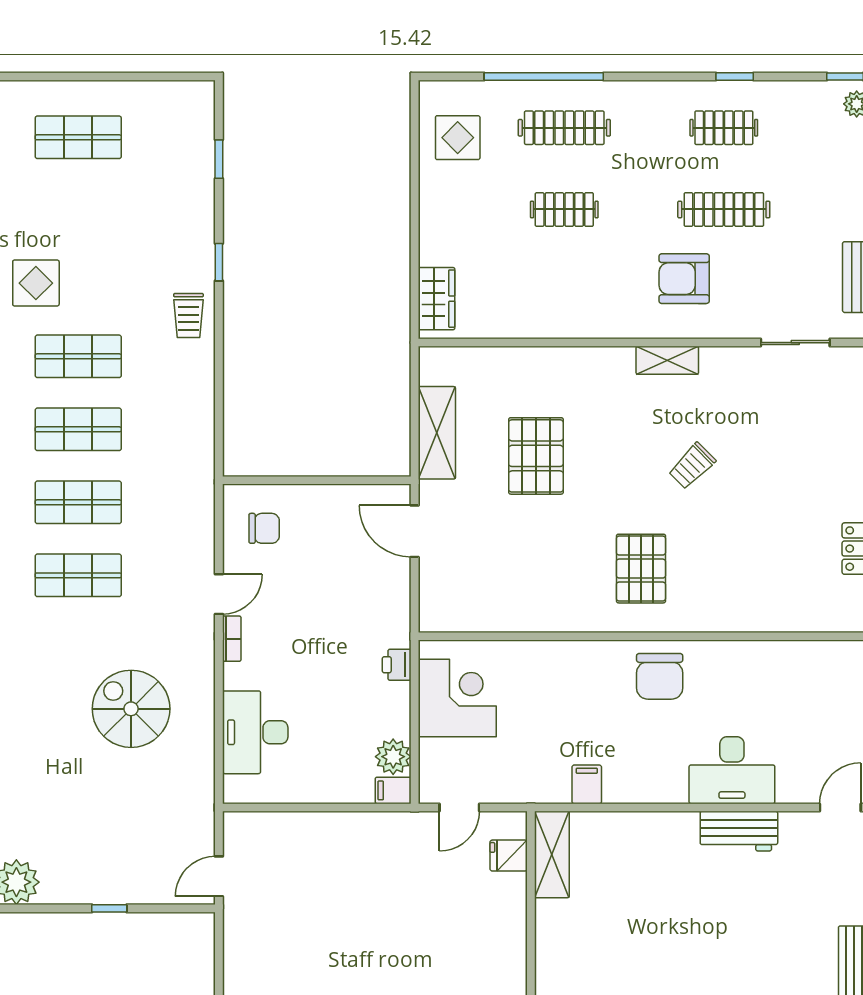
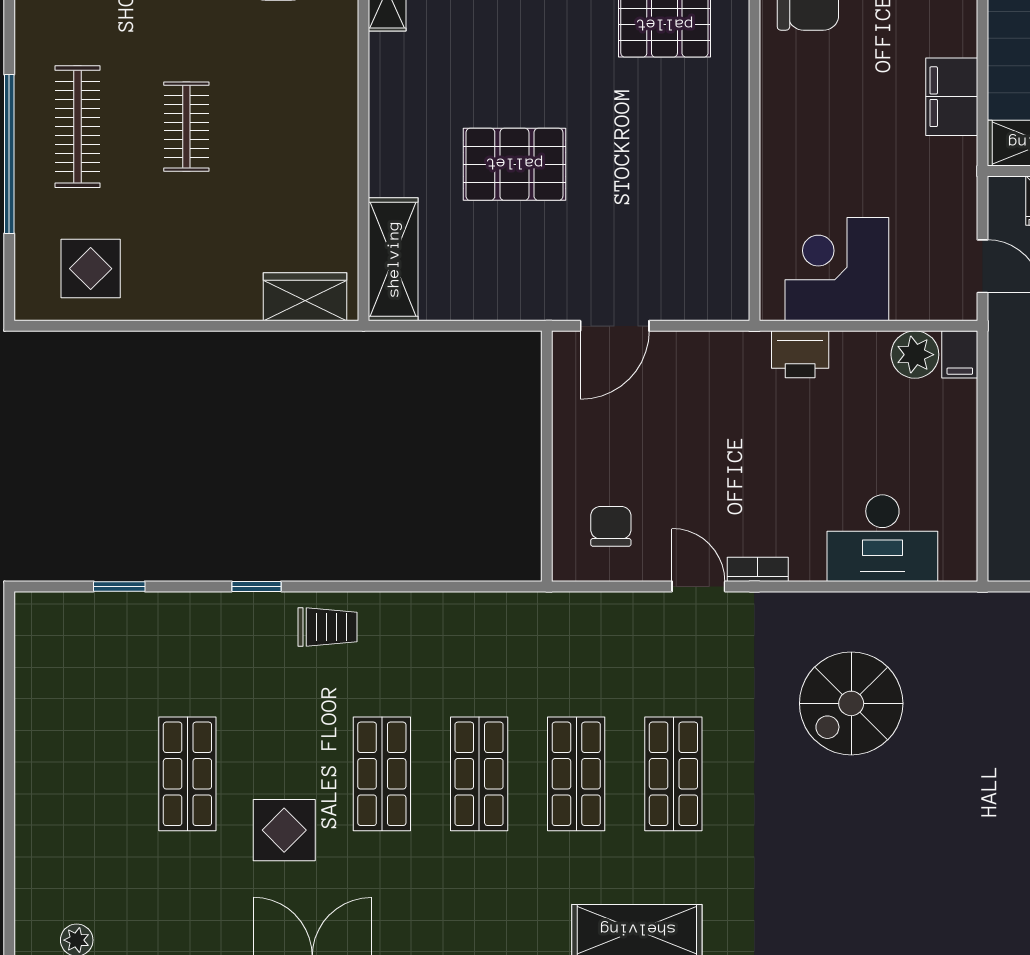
shop shelf: (78, 137) -> (187, 774), moved
shelving: (437, 433) -> (393, 259), moved, turned 90
printer: (397, 665) -> (800, 354), width x1.36, depth x1.24
filing cabinet: (587, 784) -> (952, 97), width x2.00

